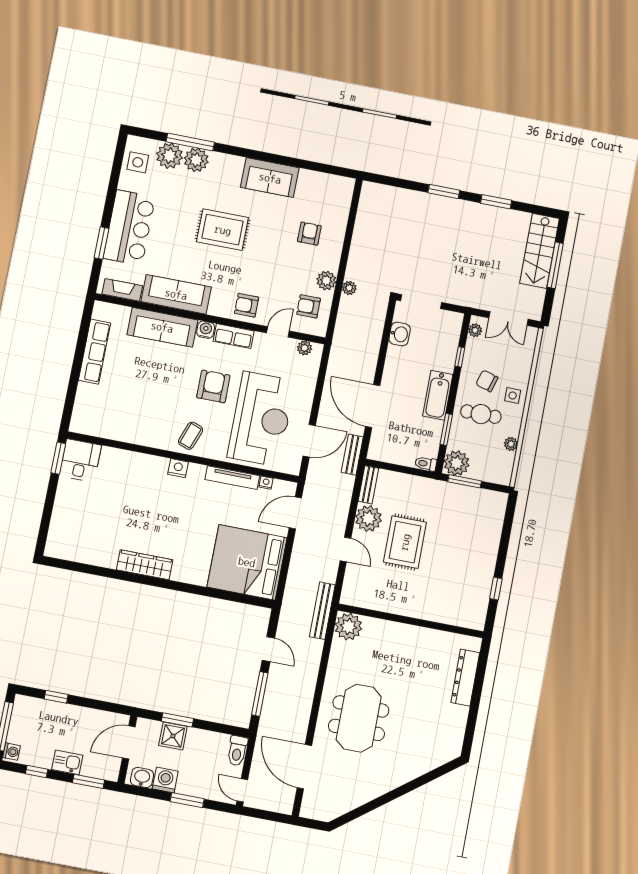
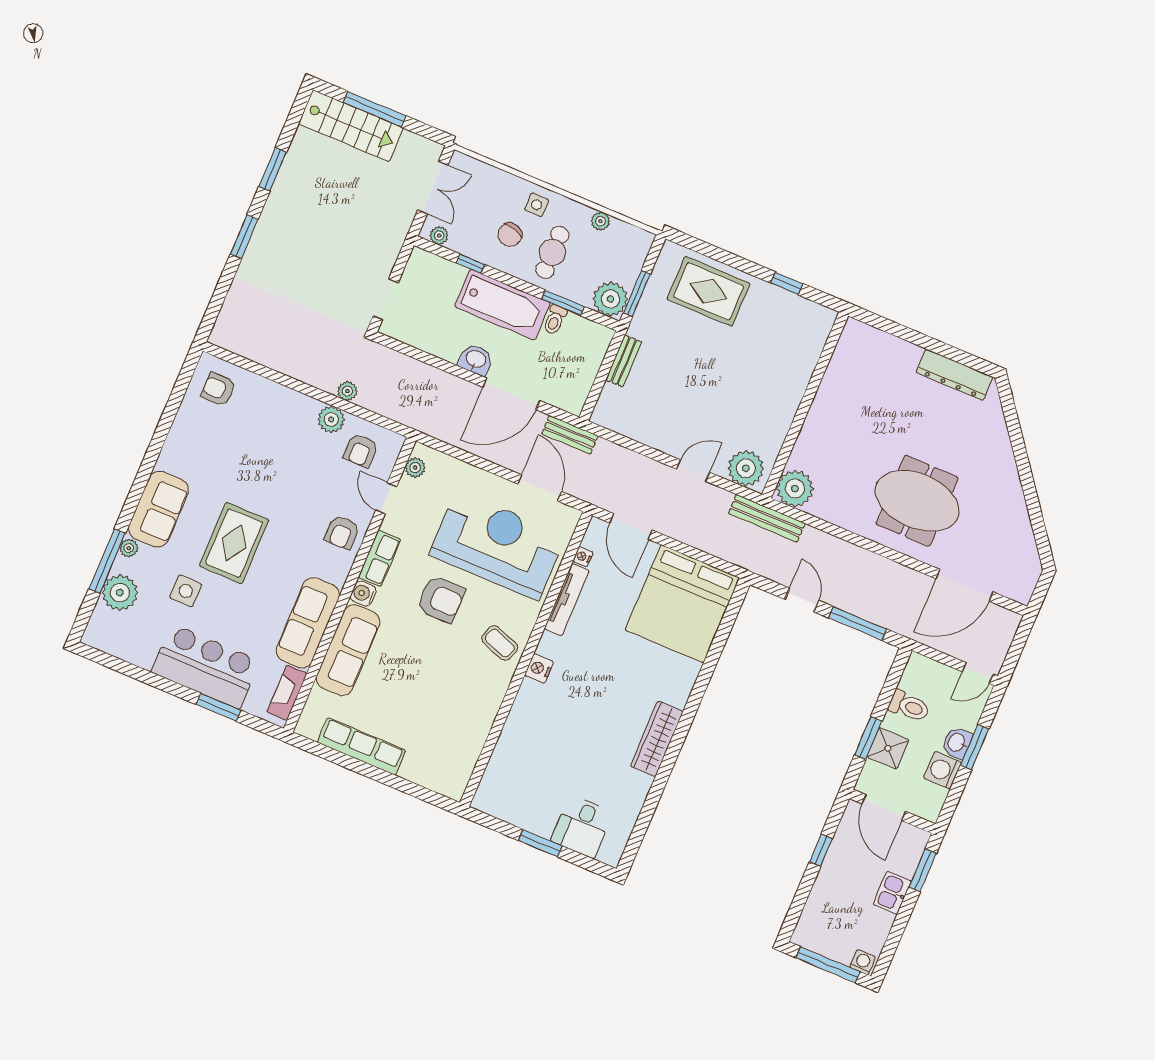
plant: (196, 160) -> (129, 548), width x0.53, depth x0.53
side table: (138, 162) -> (186, 591), moved
sofa: (270, 178) -> (158, 509), moved
armchair: (309, 234) -> (218, 389), moved
doorway: (421, 302) -> (386, 299), width x0.73
washbasin: (400, 334) -> (476, 360), moved
armchair: (213, 386) -> (441, 599), turned 180
bathtub: (438, 395) -> (503, 305), width x1.36, depth x1.36
window: (58, 458) -> (540, 843), moved
desk: (80, 460) -> (582, 827), moved, turned -90
toilet: (426, 464) -> (555, 320), moved
bench: (368, 485) -> (624, 361), moved, turned 90
plant: (368, 518) -> (746, 468), moved
rug: (405, 542) -> (709, 291), moved
door: (268, 649) -> (802, 600), hinge flipped
dresser: (465, 678) -> (954, 375), moved
window: (56, 697) -> (821, 850), moved
toilet: (237, 751) -> (909, 706), moved
window: (37, 771) -> (895, 935), removed
washbasin: (142, 778) -> (957, 743), moved

